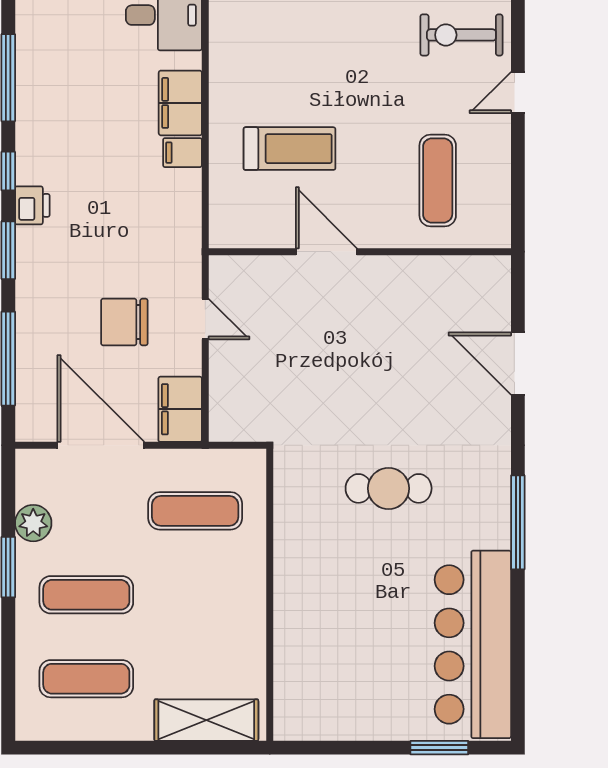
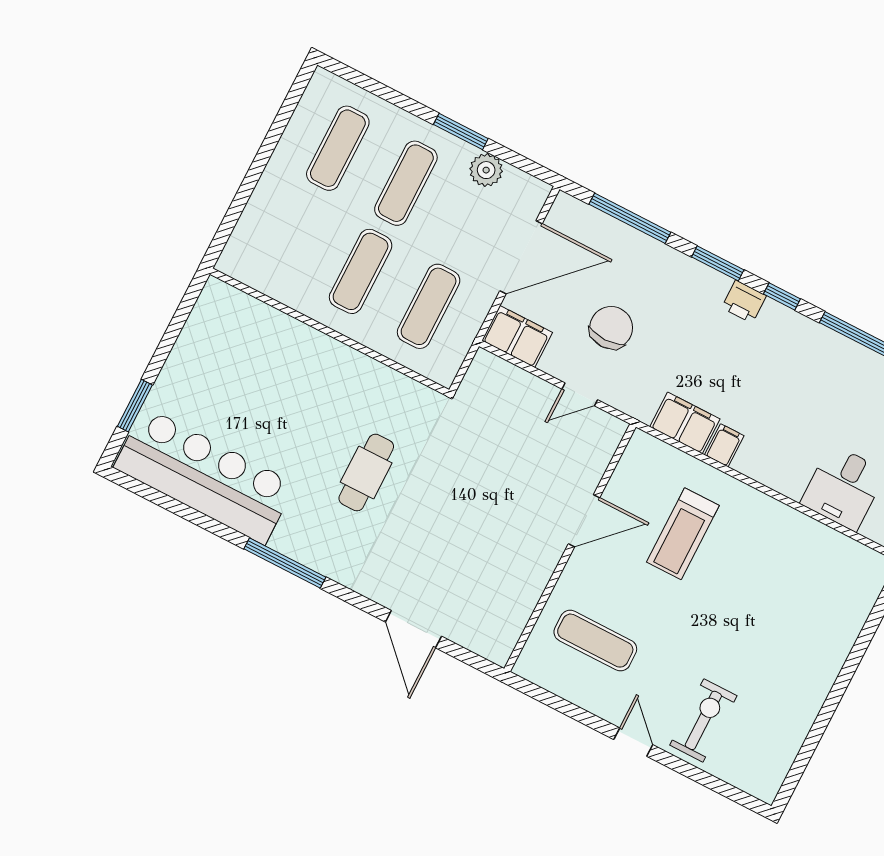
filing cabinet: (180, 103) -> (685, 423), moved
door: (518, 364) -> (413, 629), swing flipped
exercise mat: (195, 595) -> (361, 271), added
shelving: (206, 720) -> (254, 228), removed

